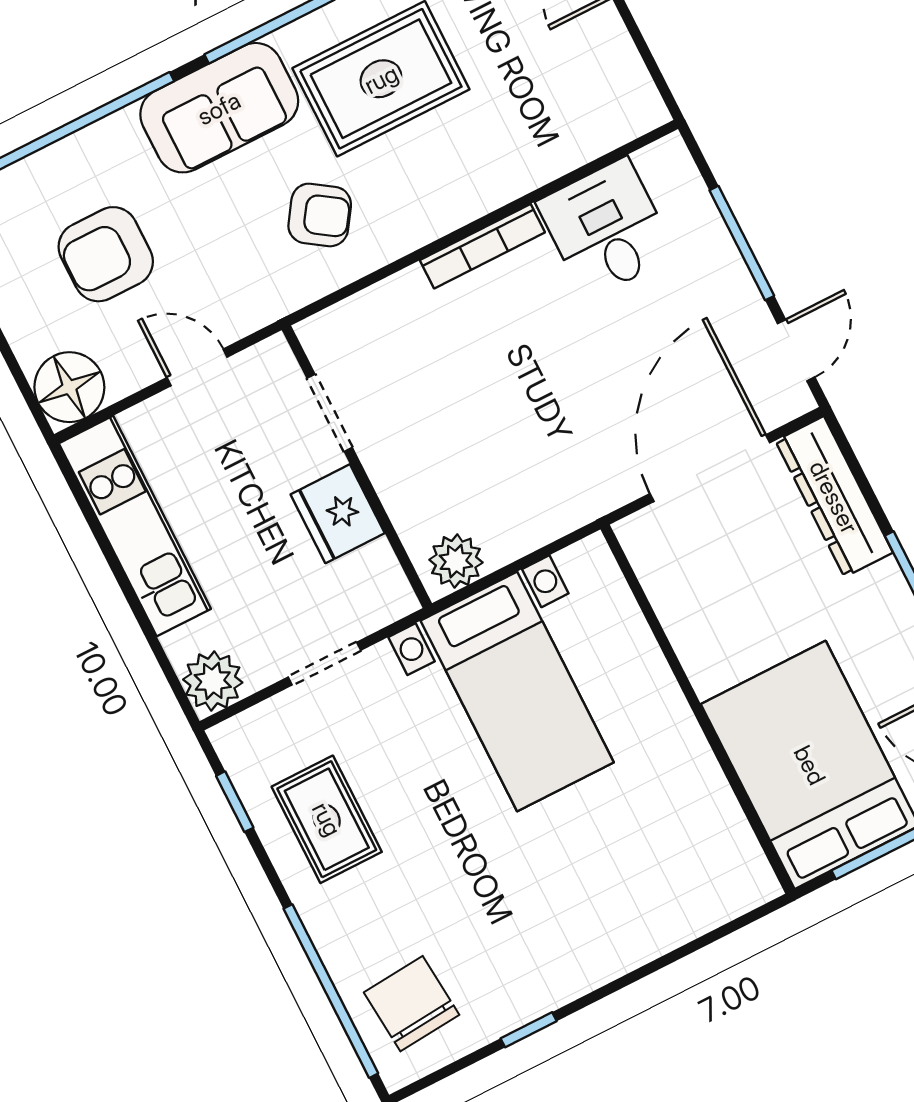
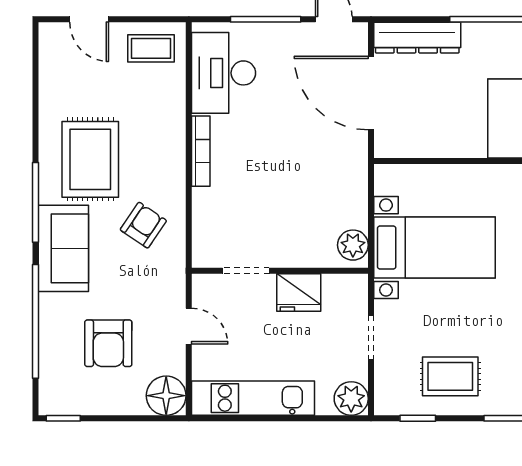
coffee table: (604, 86) -> (151, 48), added
desk: (606, 229) -> (224, 73), width x1.37
door: (197, 367) -> (189, 326), swing flipped

